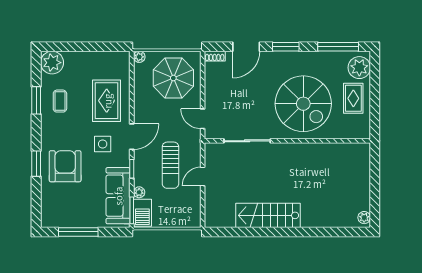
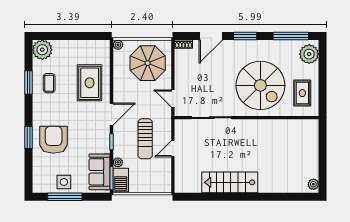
rug: (353, 98) -> (302, 93), moved
side table: (103, 144) -> (64, 182), moved
sofa: (118, 196) -> (100, 172), width x0.73

